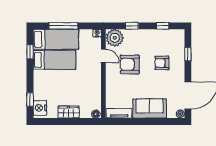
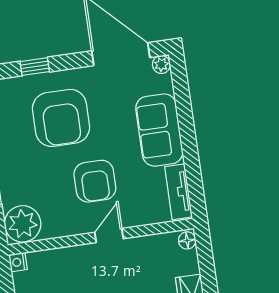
door: (103, 56) -> (109, 236), moved
armchair: (162, 63) -> (61, 118), width x1.88, depth x1.88
armchair: (130, 64) -> (95, 181), moved

